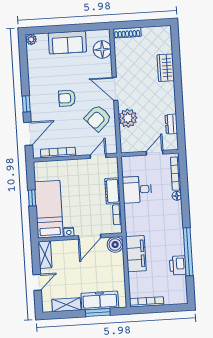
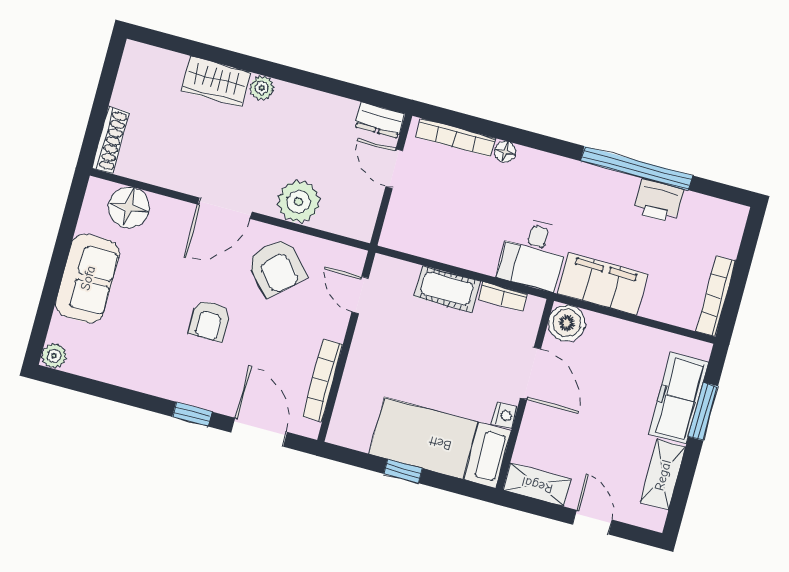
plant: (169, 87) -> (262, 88), added
dresser: (171, 124) -> (380, 120), moved
desk: (137, 189) -> (534, 254), moved

